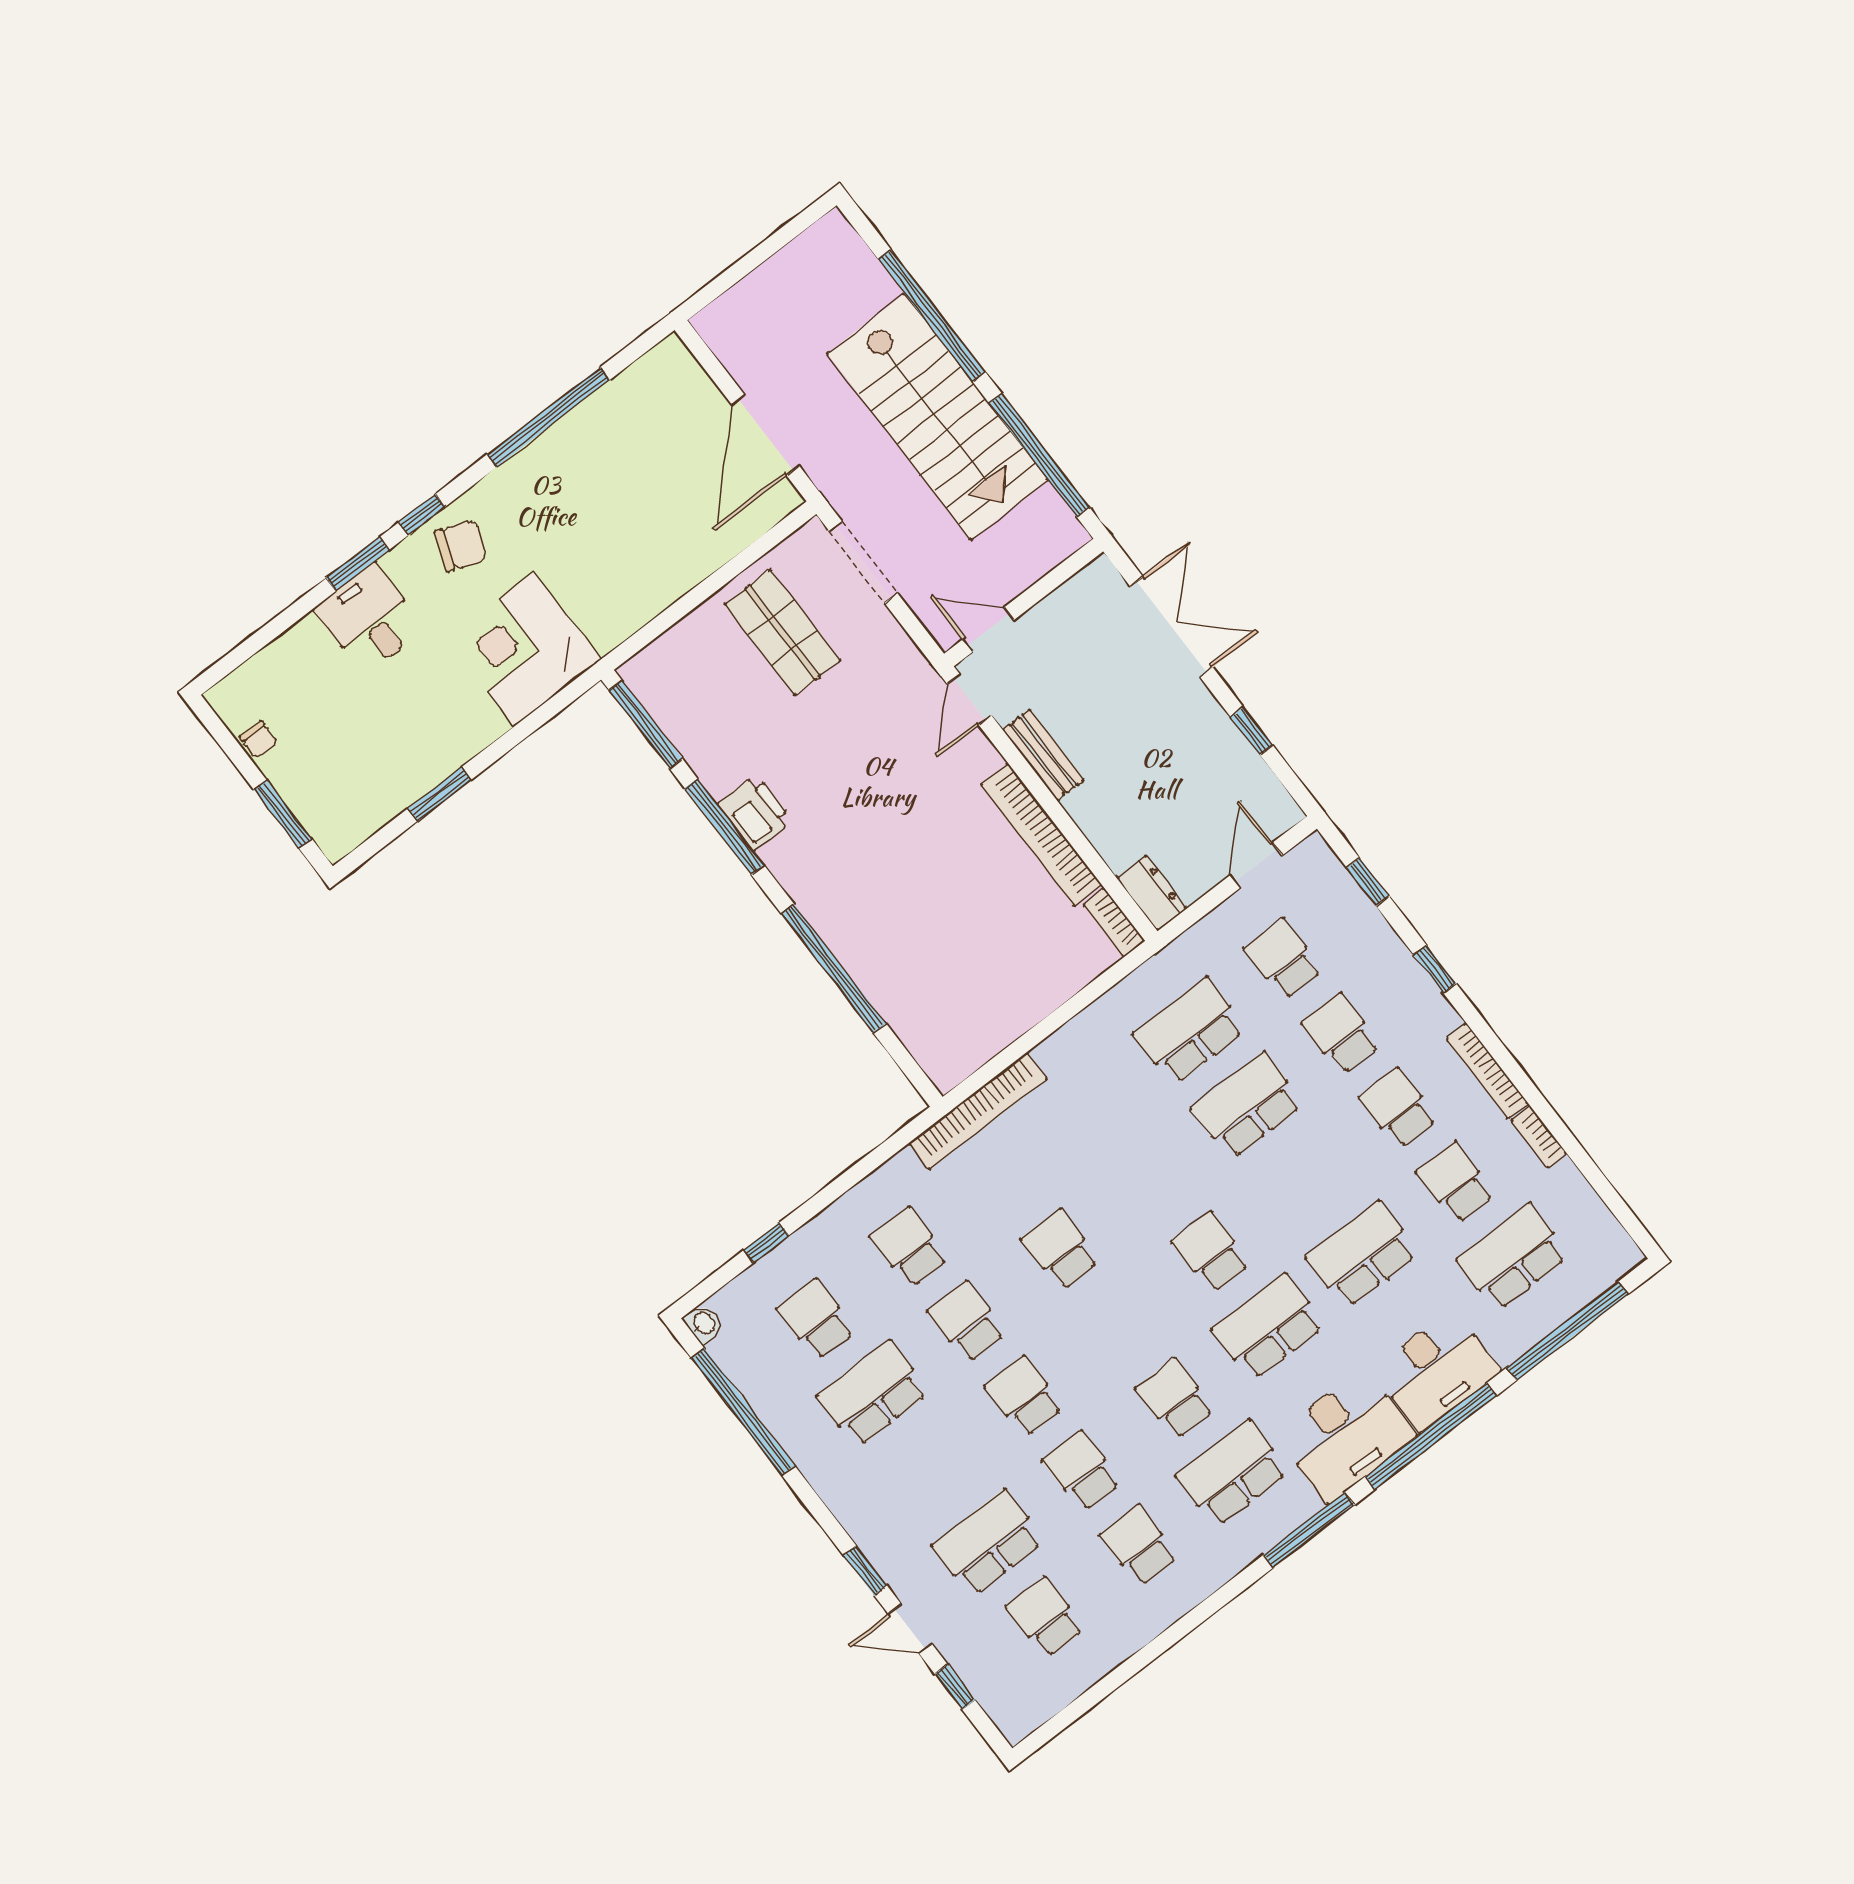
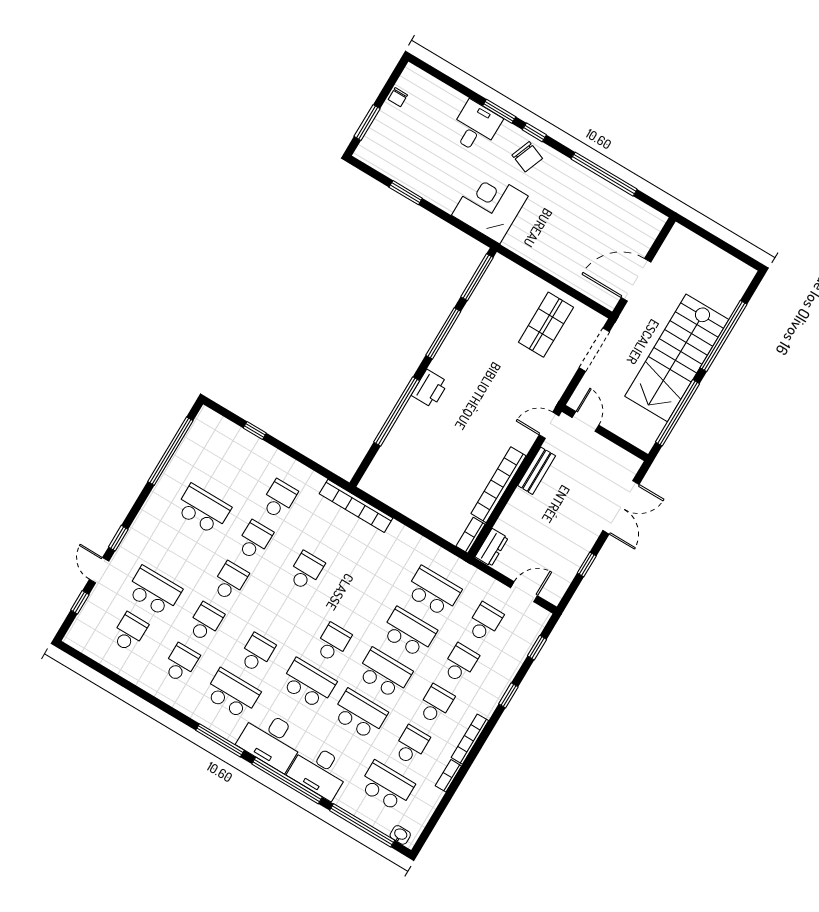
printer: (755, 813) -> (430, 389), moved
school desk: (816, 1320) -> (384, 673), moved, width x1.85
washbasin: (703, 1324) -> (400, 835), moved, turned -90

